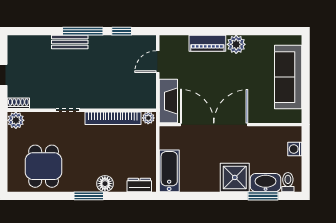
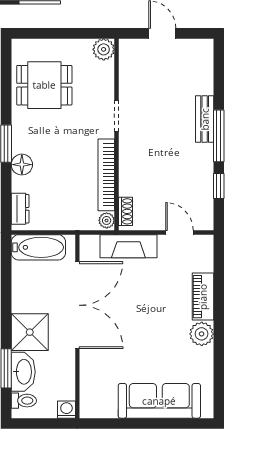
shoe rack: (18, 103) -> (126, 211), moved
double door: (214, 125) -> (77, 305), moved
wall: (230, 125) -> (77, 326), moved

